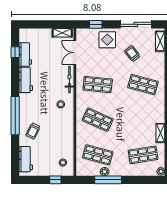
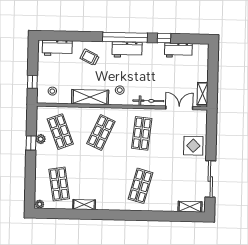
window: (96, 24) -> (211, 133), removed
window: (15, 52) -> (164, 38), moved
trolley: (132, 54) -> (177, 174), removed
workbench: (26, 80) -> (127, 50), moved
window: (15, 116) -> (125, 37), moved
shelving: (67, 130) -> (90, 97), added
shop shelf: (98, 155) -> (60, 132), turned -36
window: (108, 180) -> (31, 143), width x0.46

